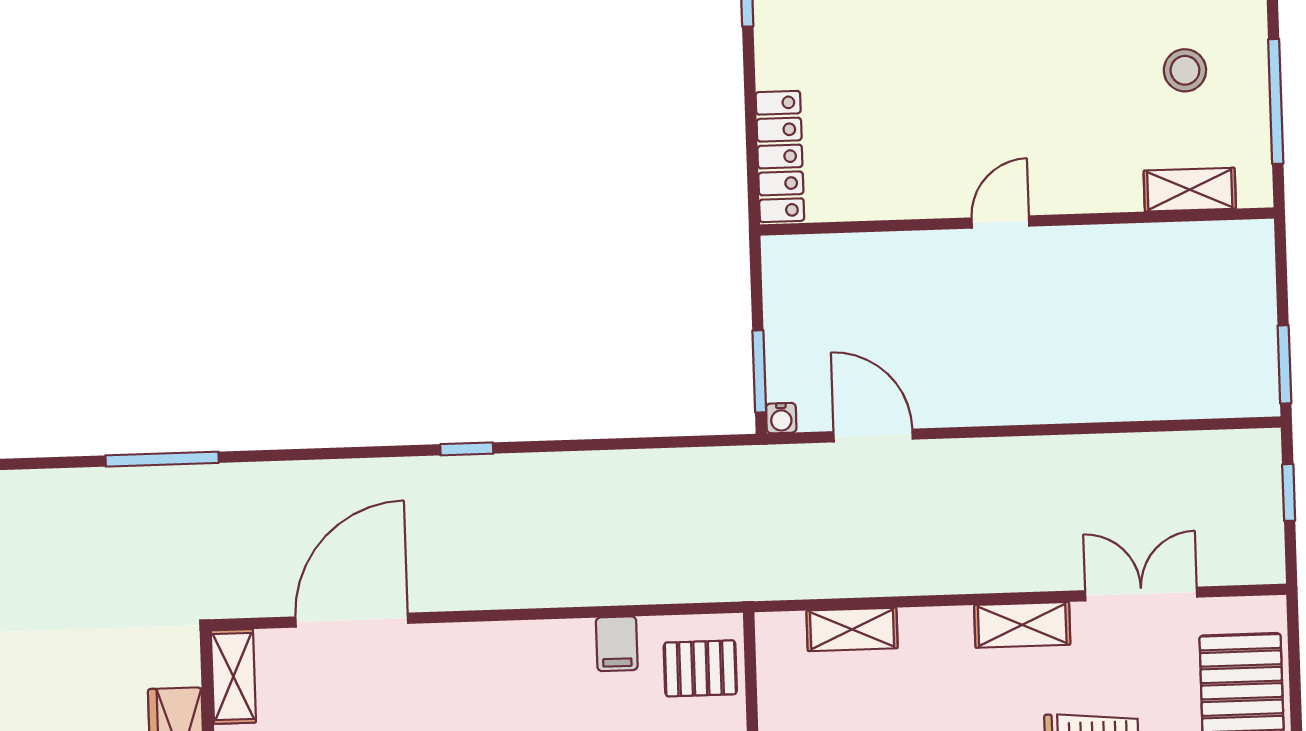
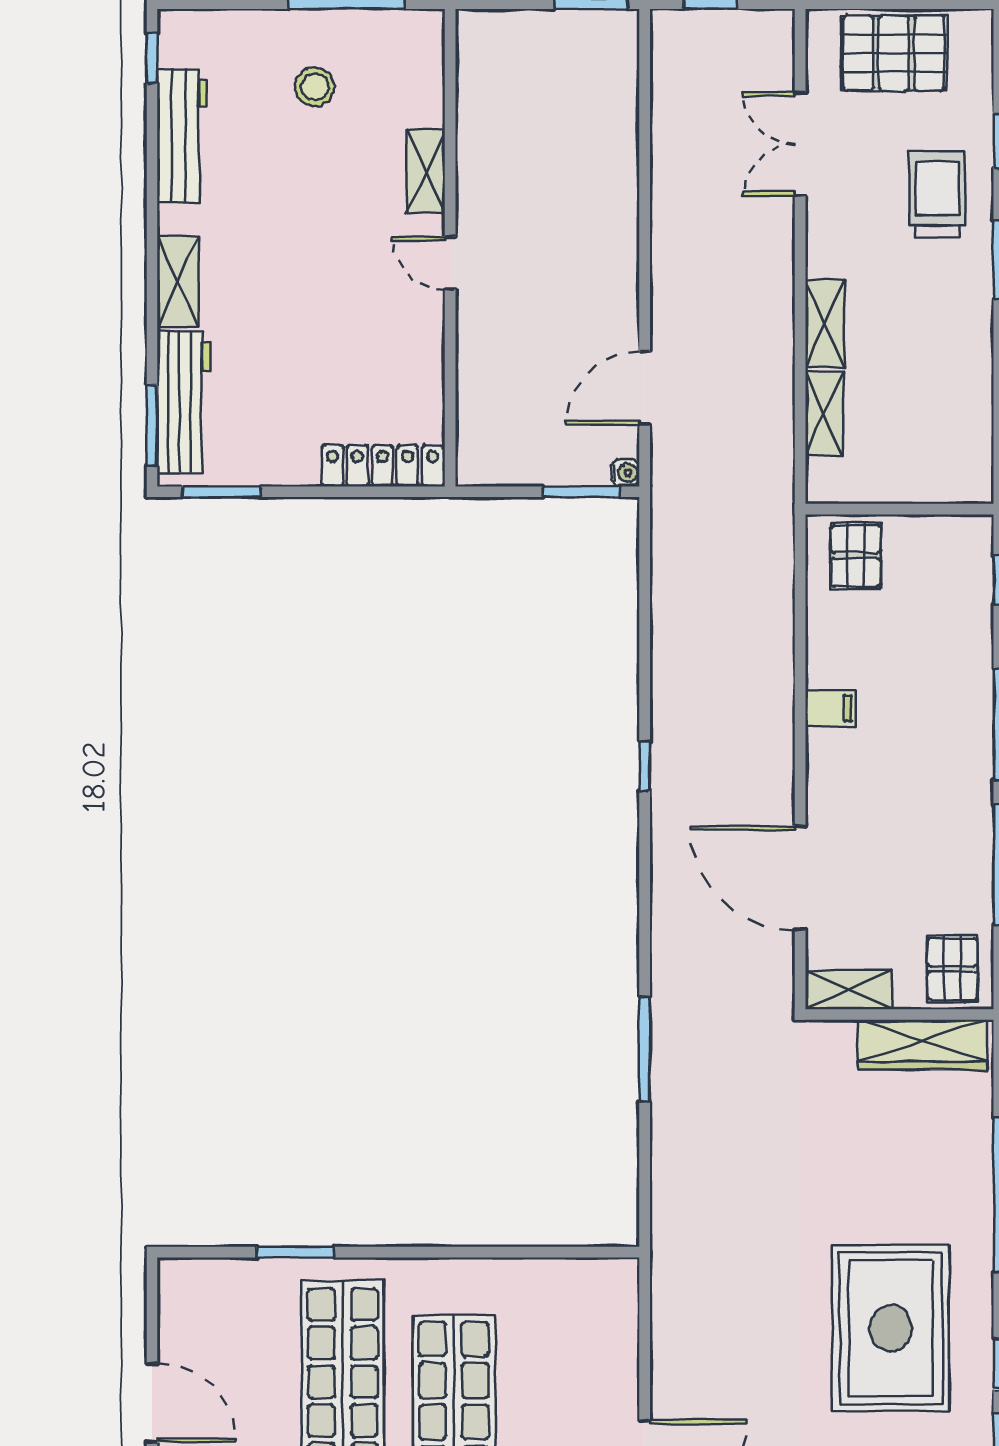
shelving: (1190, 190) -> (426, 172), moved
shelving: (1022, 625) -> (825, 324), moved
filing cabinet: (617, 644) -> (830, 708), moved

